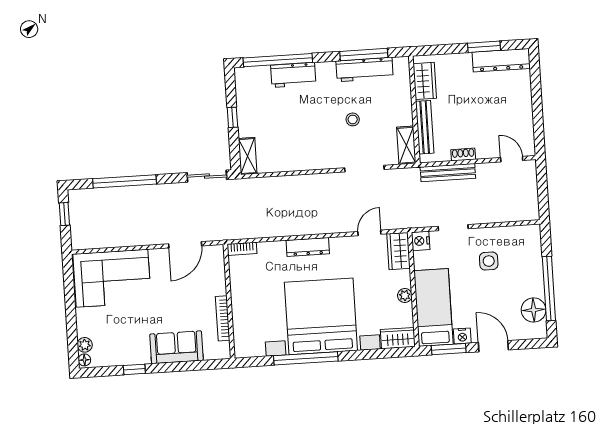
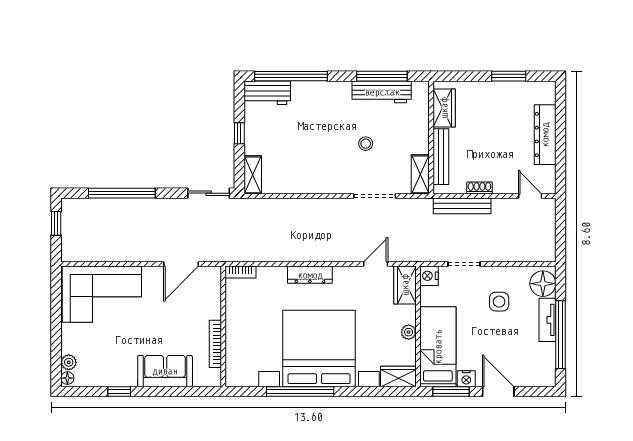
dresser: (501, 60) -> (545, 135), moved, turned 90
workbench: (293, 75) -> (267, 93), moved
tv unit: (536, 275) -> (547, 320), added
floor lamp: (534, 310) -> (543, 284), moved

